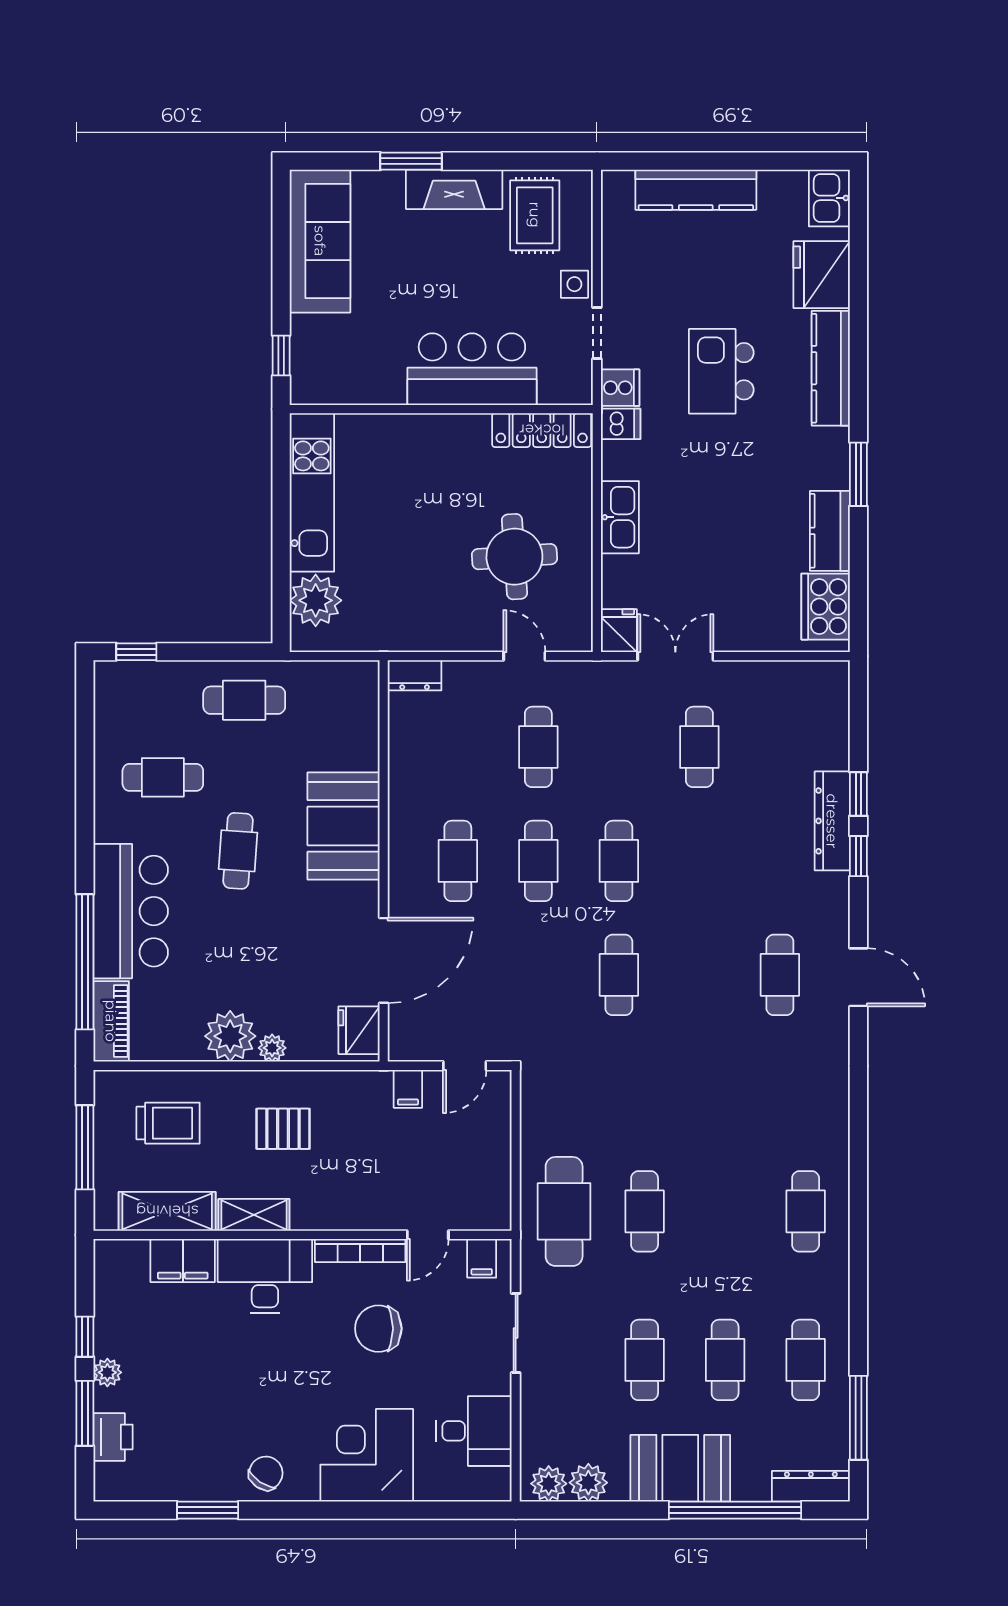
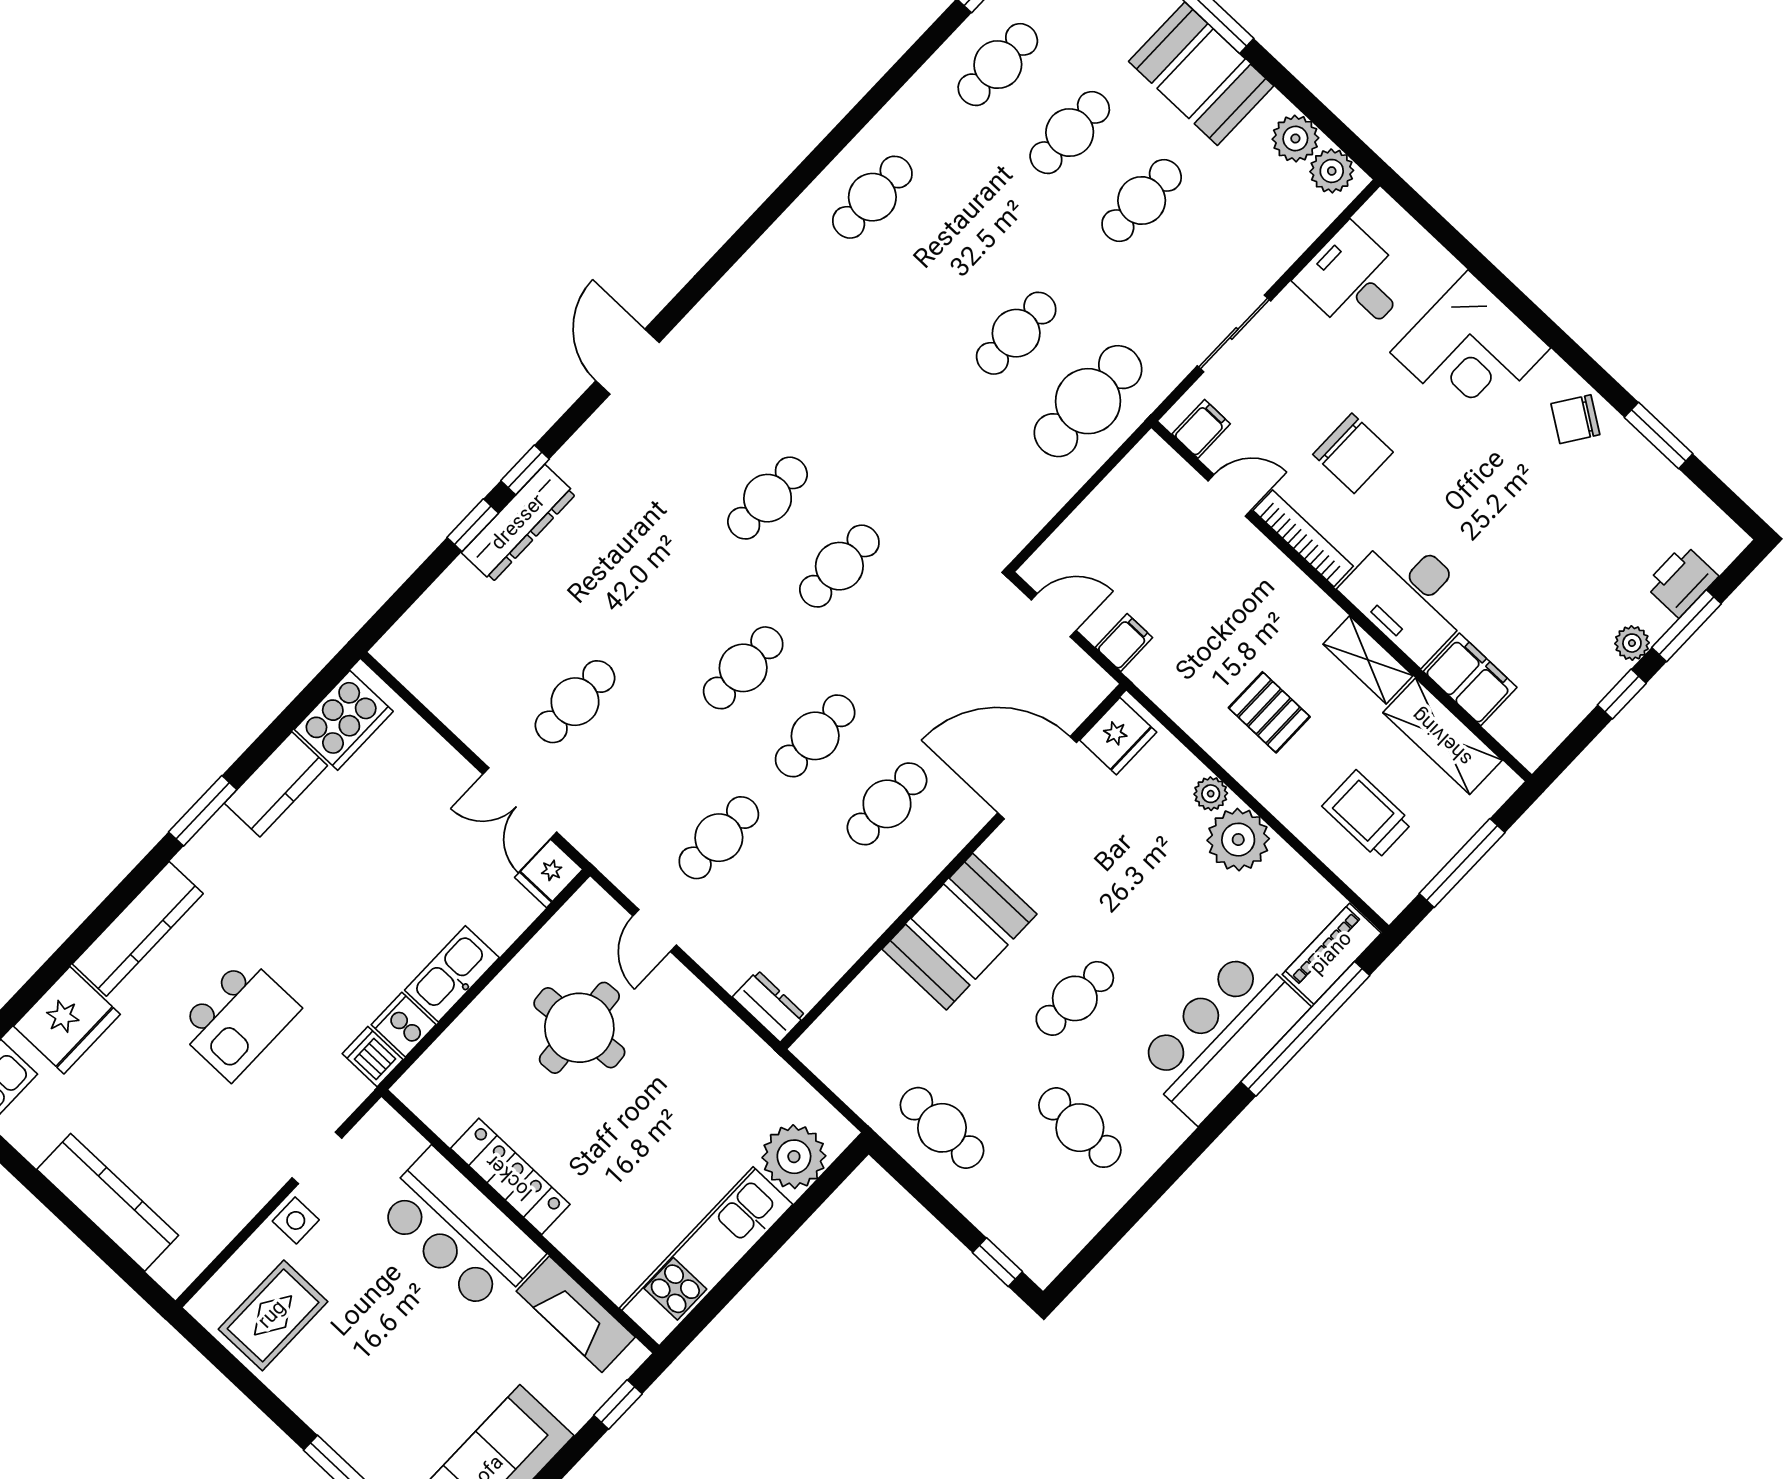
fireplace: (454, 189) -> (576, 1314), moved, turned 180
cooker: (620, 388) -> (404, 1025), moved
locker: (542, 430) -> (510, 1176), moved
cafe table: (780, 975) -> (768, 498), moved

